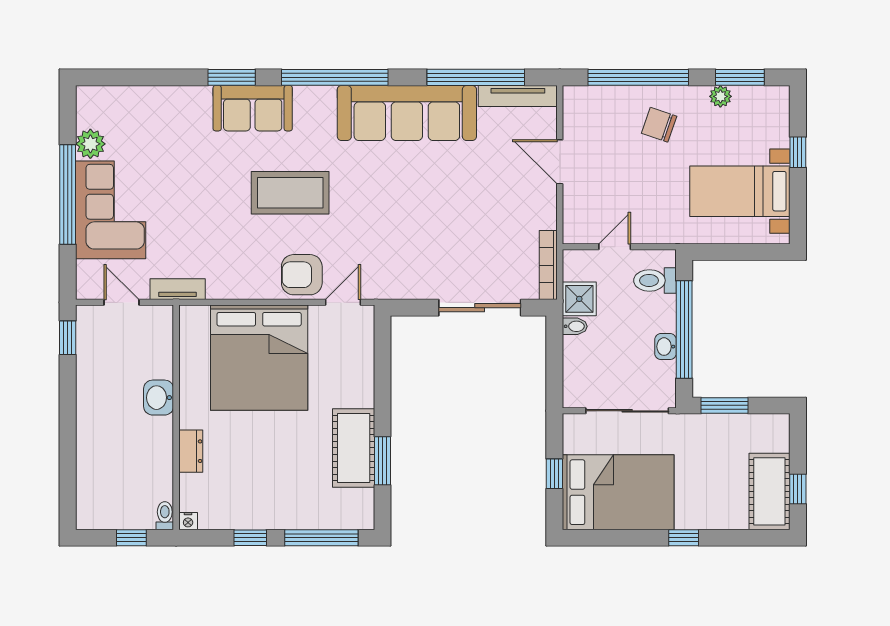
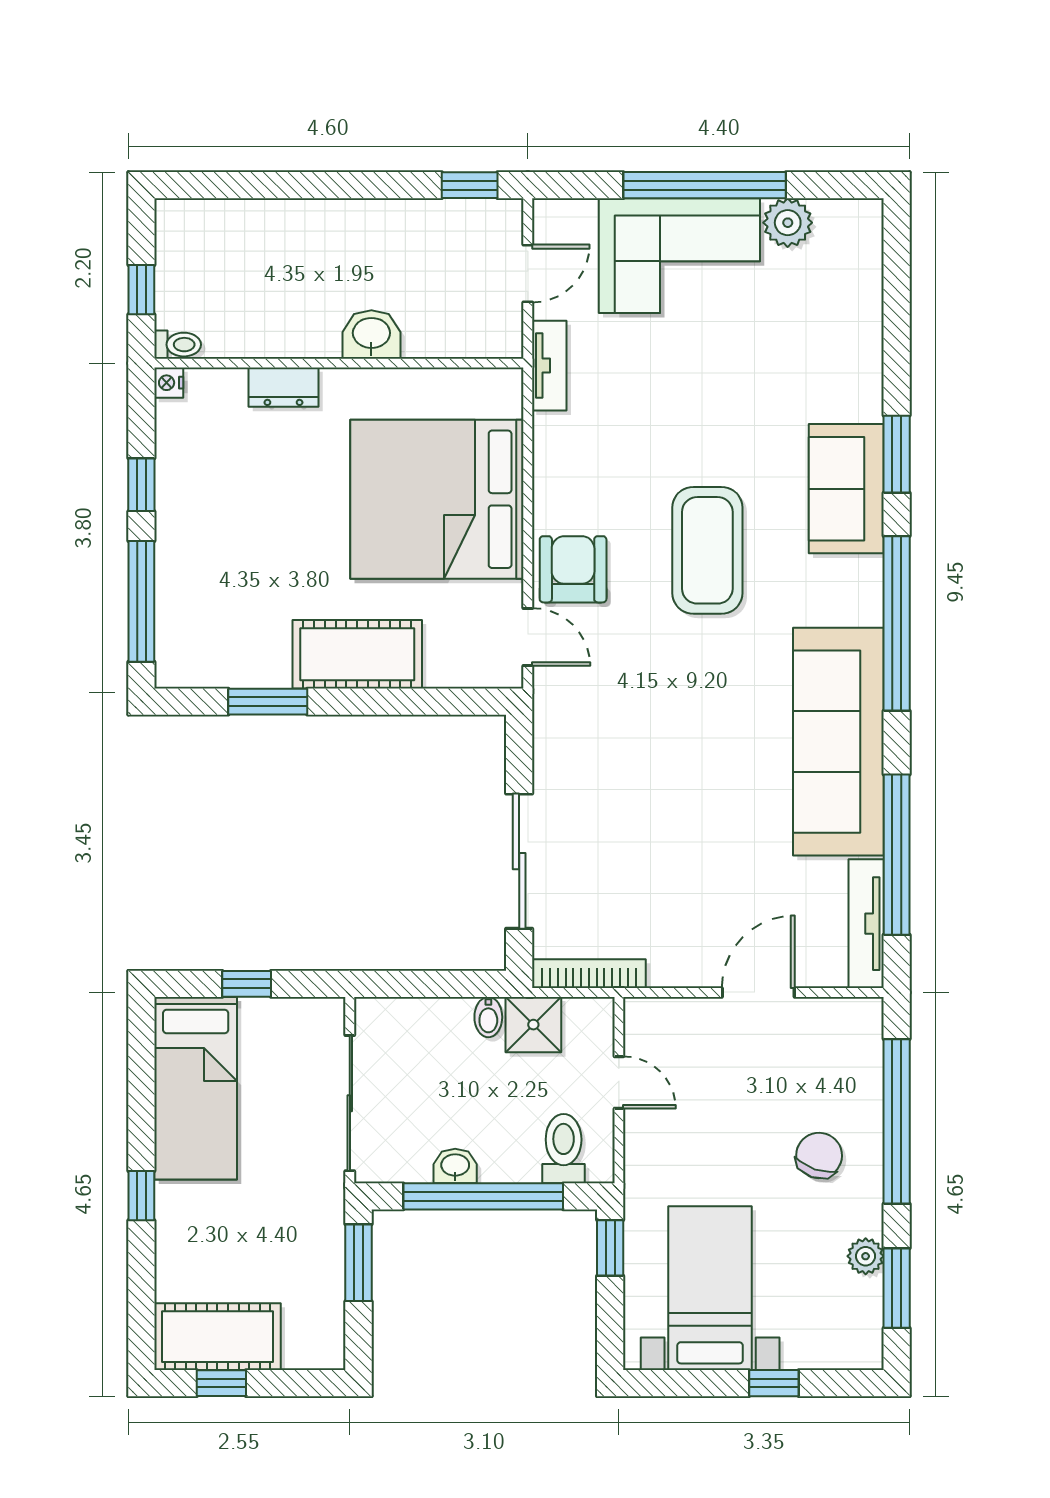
window: (715, 252) -> (610, 1248), added
cot: (354, 448) -> (357, 654), moved
bed: (618, 492) -> (196, 1088), width x0.67

